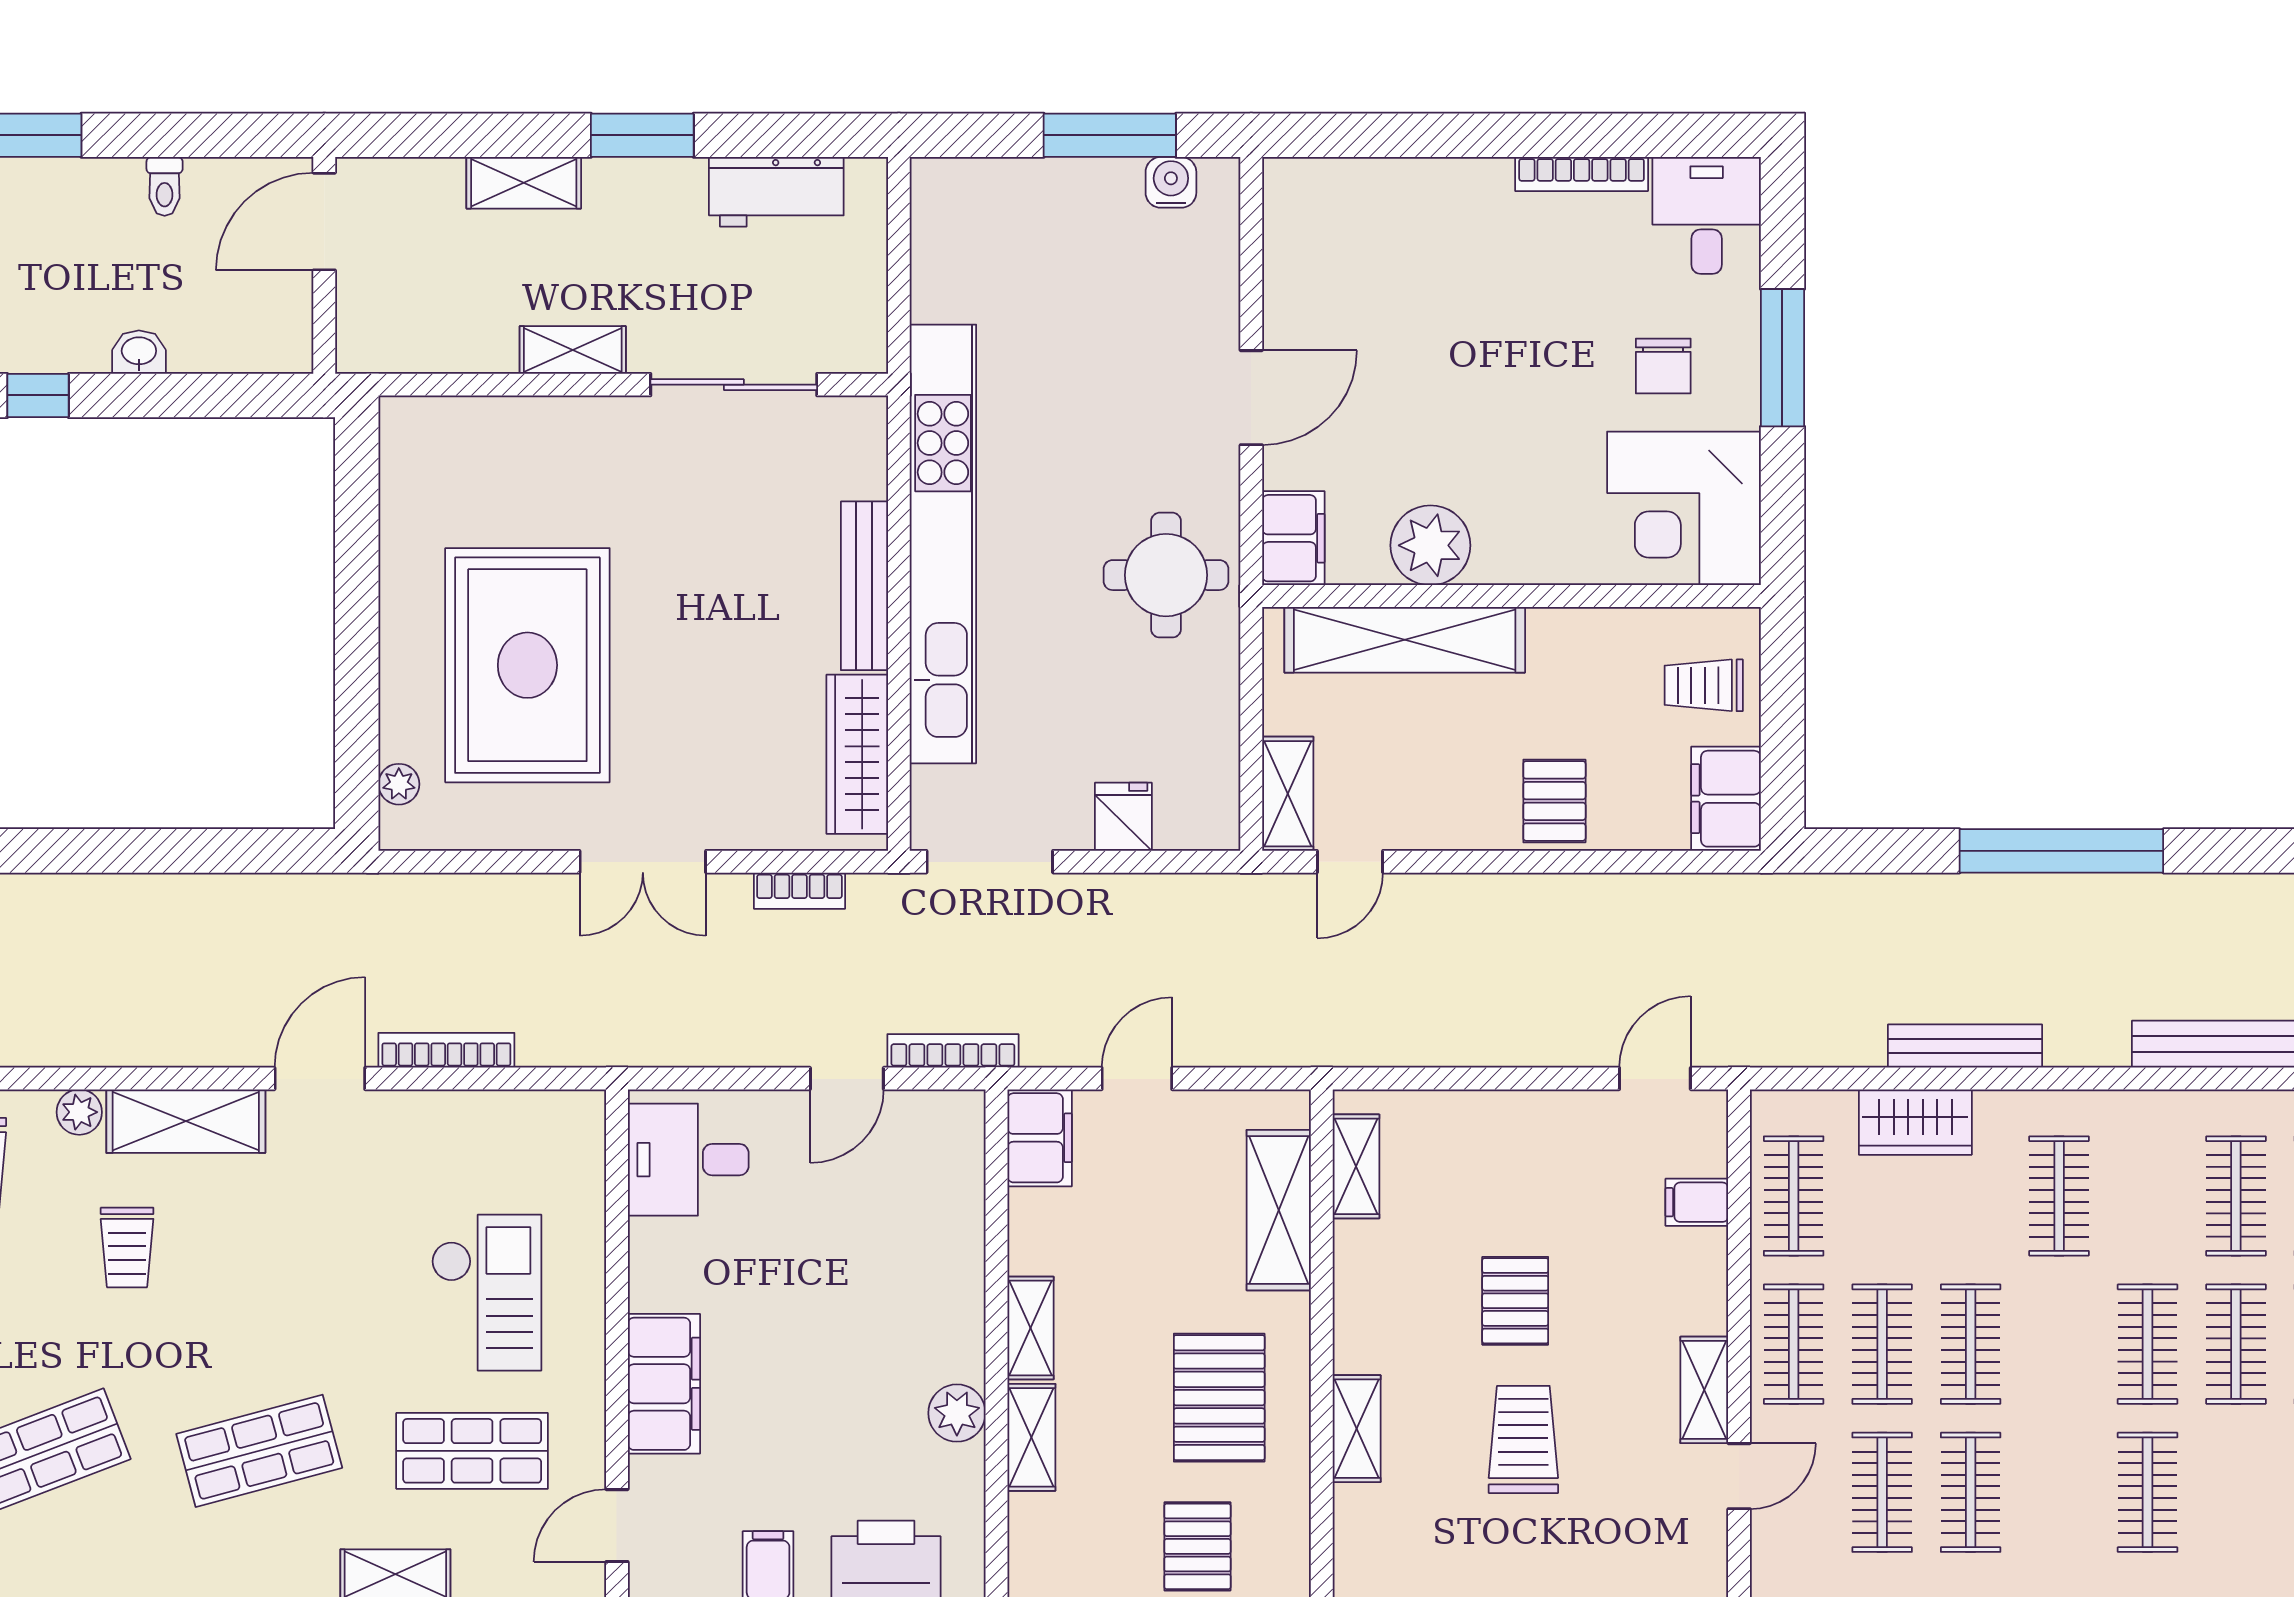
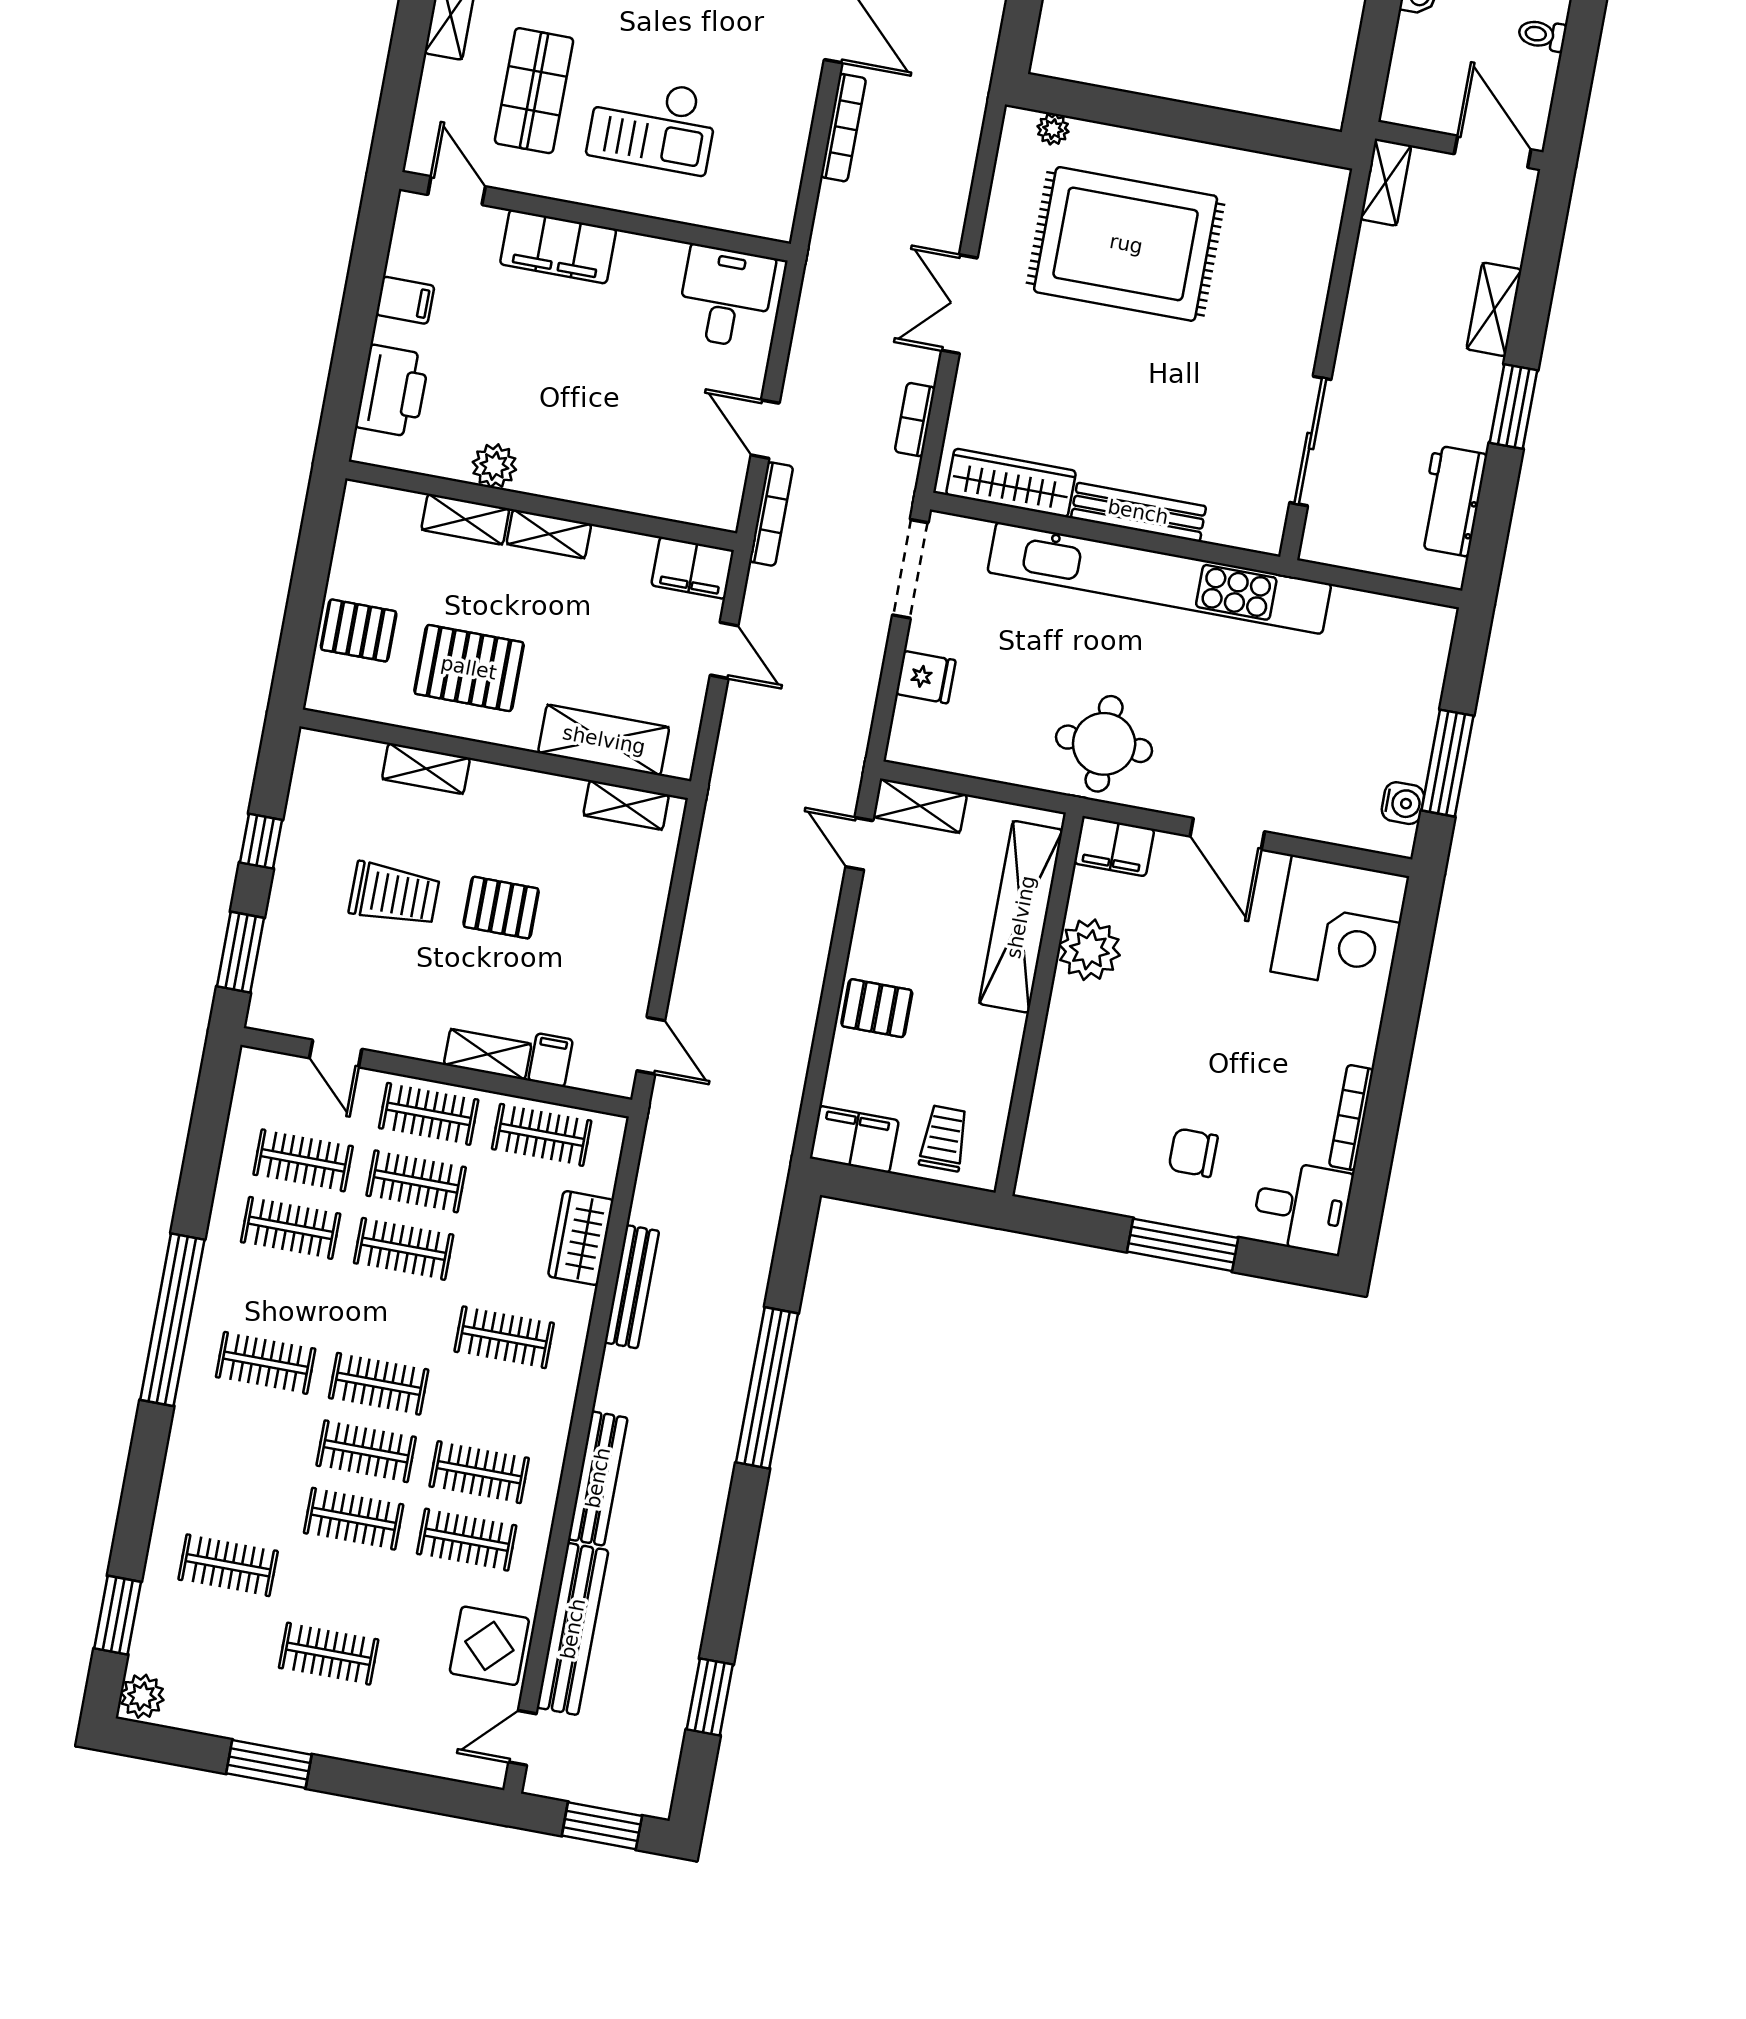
shelving: (573, 350) -> (1386, 182), moved
corner desk: (1684, 508) -> (1340, 924), moved, turned 180
shelving: (1704, 1390) -> (488, 1054), moved

